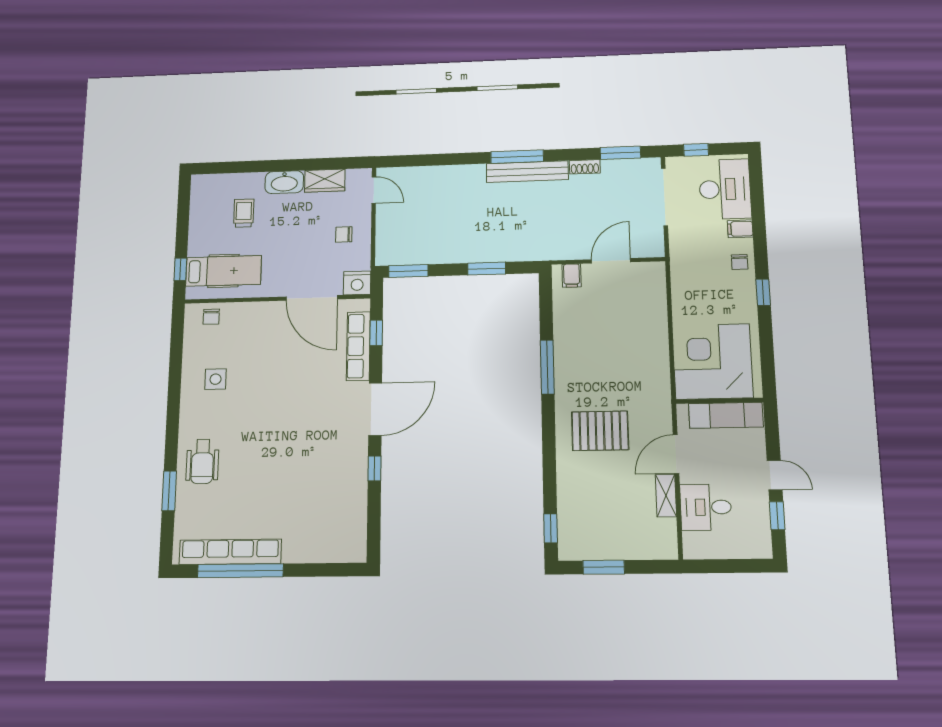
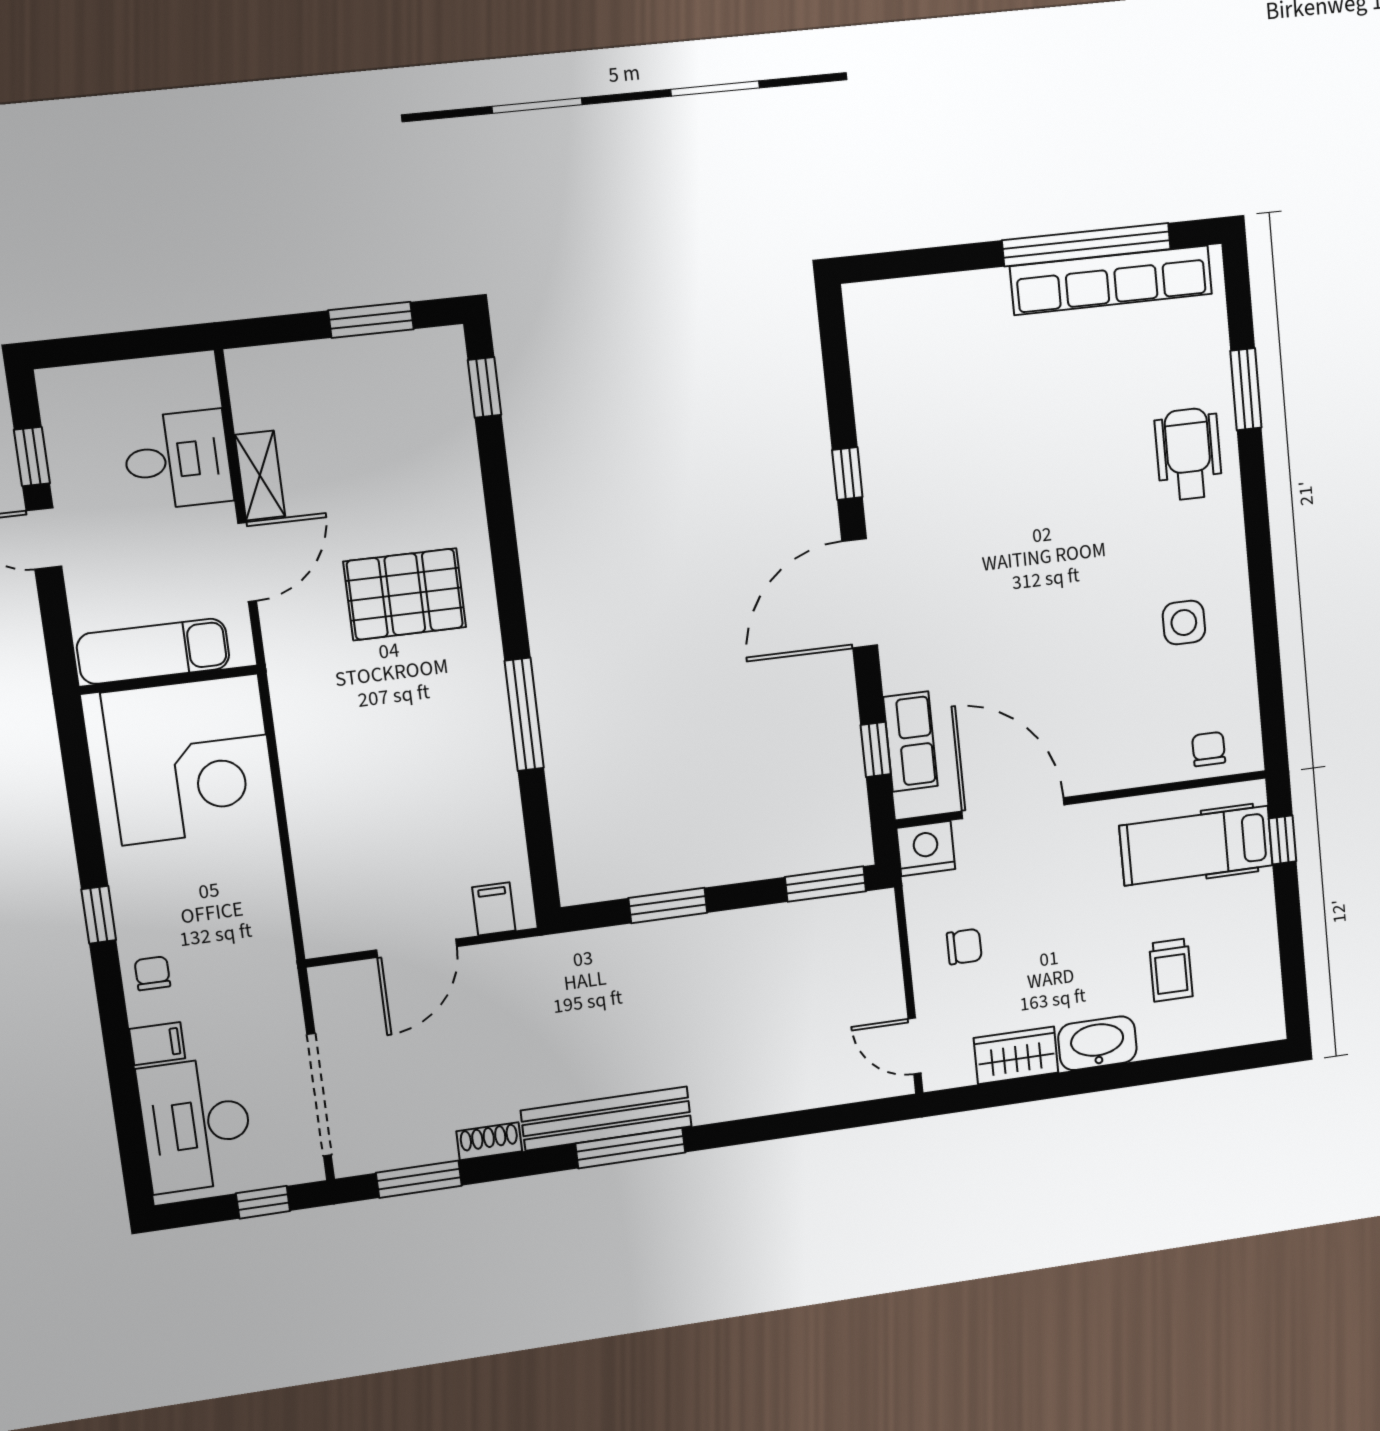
row of seats: (358, 346) -> (910, 741), width x0.68

